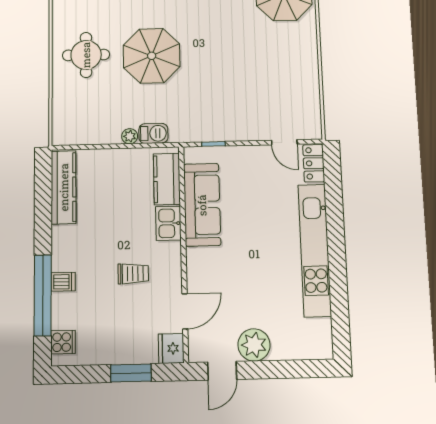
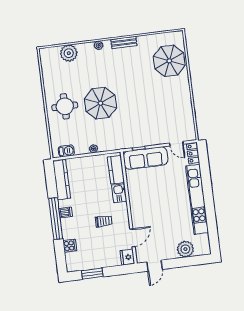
barbecue: (153, 133) -> (66, 151), moved
sofa: (202, 205) -> (146, 158), moved, turned 90
dishwasher: (63, 282) -> (66, 212), moved
window: (43, 295) -> (56, 219), moved
cooker: (63, 342) -> (70, 246), moved
plant: (254, 345) -> (185, 249), moved
window: (131, 373) -> (92, 274), moved

